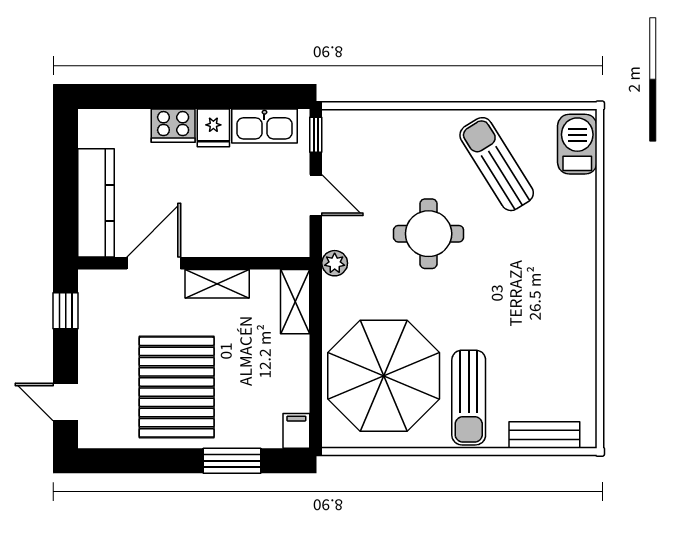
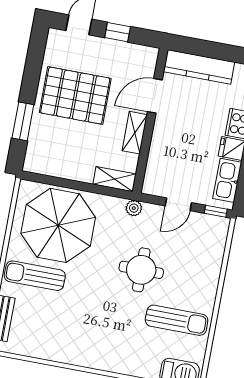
sun lounger: (497, 164) -> (177, 320), turned 32
door: (154, 263) -> (155, 96), swing flipped
window: (66, 311) -> (118, 32), moved
filing cabinet: (296, 431) -> (34, 165), removed

